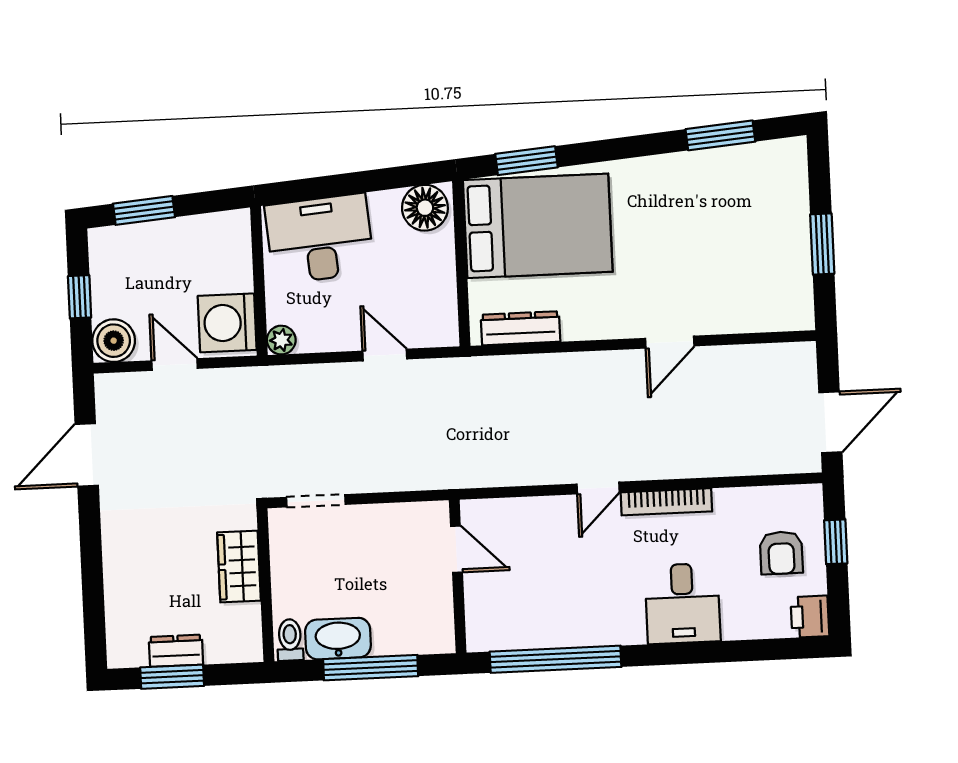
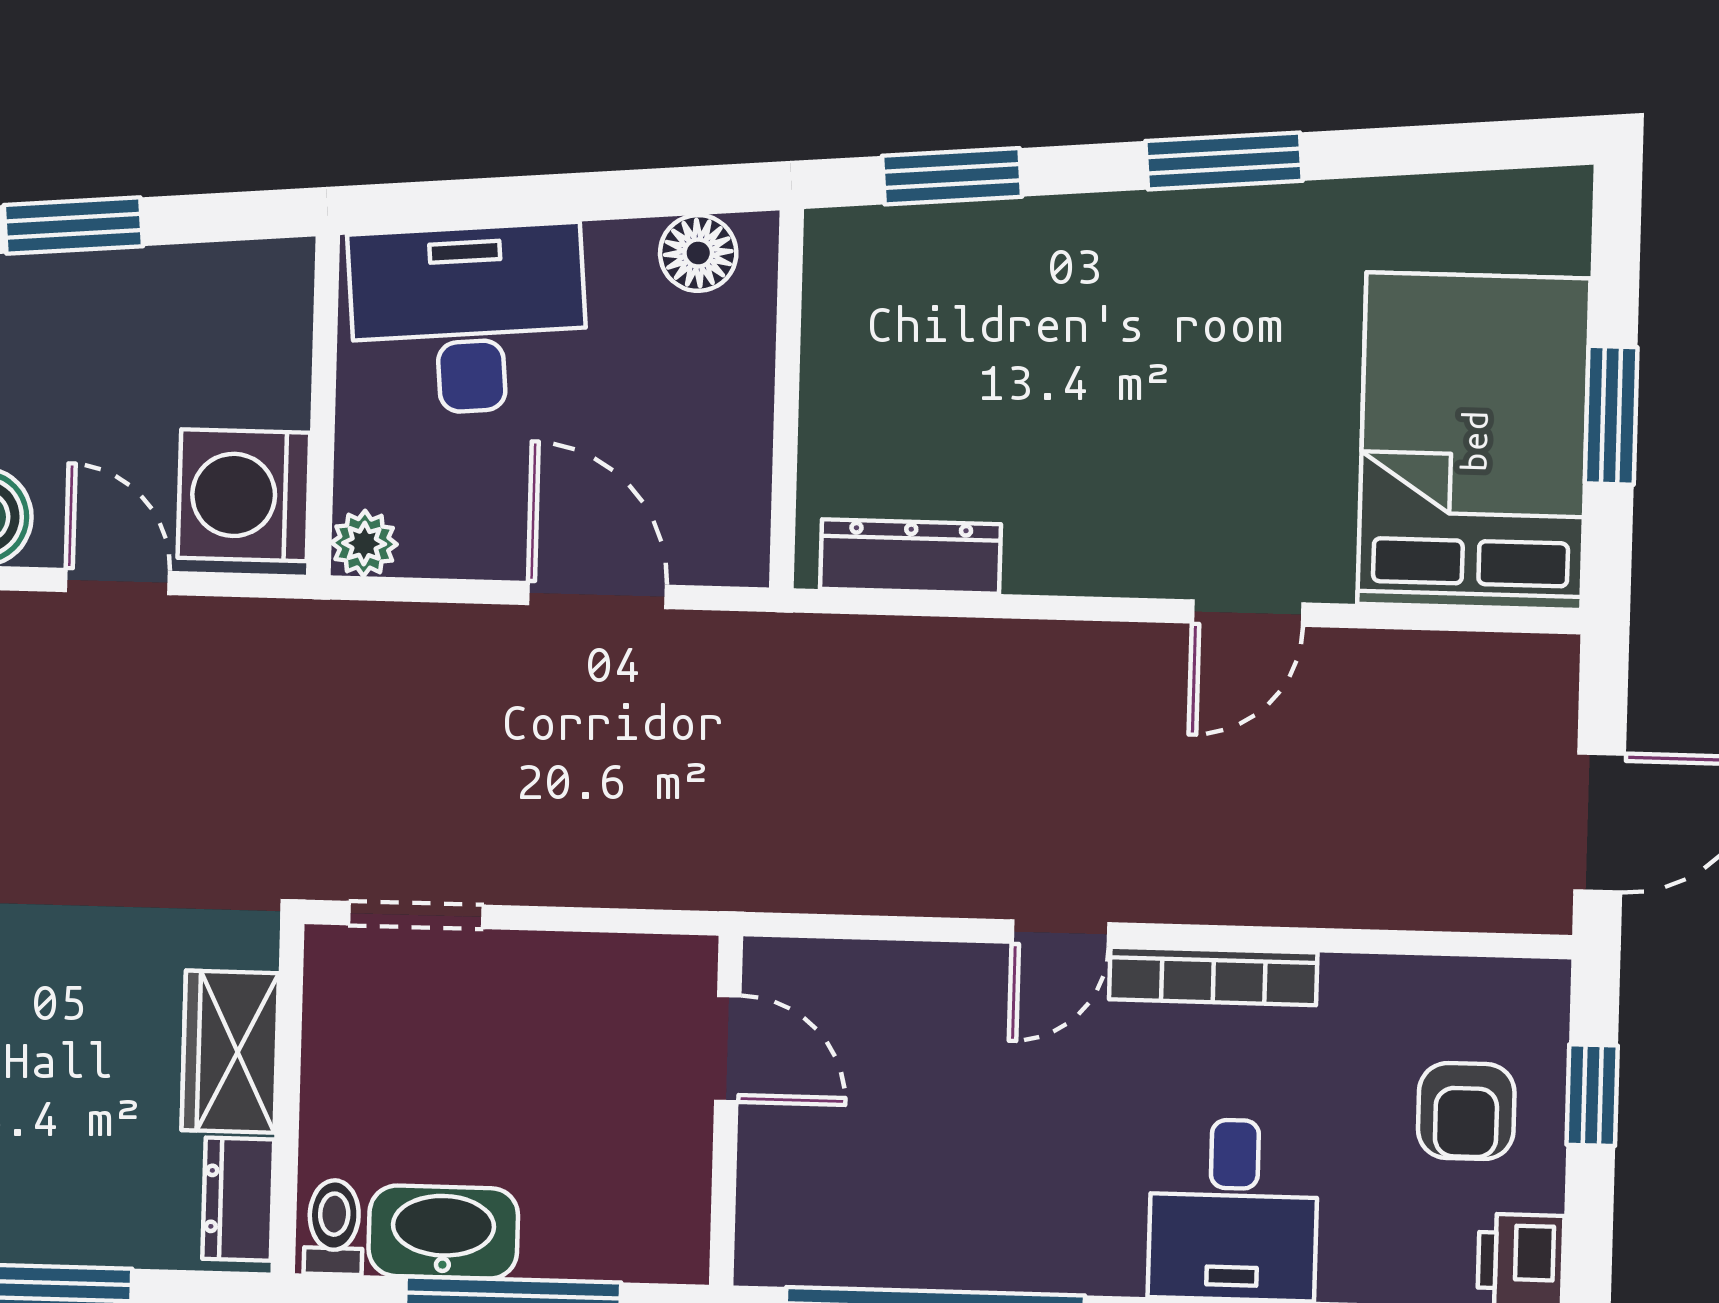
window: (720, 135) -> (1224, 161), moved
floor lamp: (425, 208) -> (698, 253), width x0.73, depth x0.73
bed: (538, 226) -> (1474, 441), moved, turned -90
door: (385, 355) -> (597, 595), width x1.38
dresser: (176, 651) -> (238, 1199), moved, turned -90

